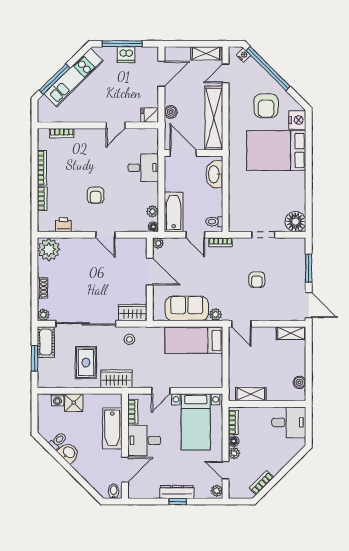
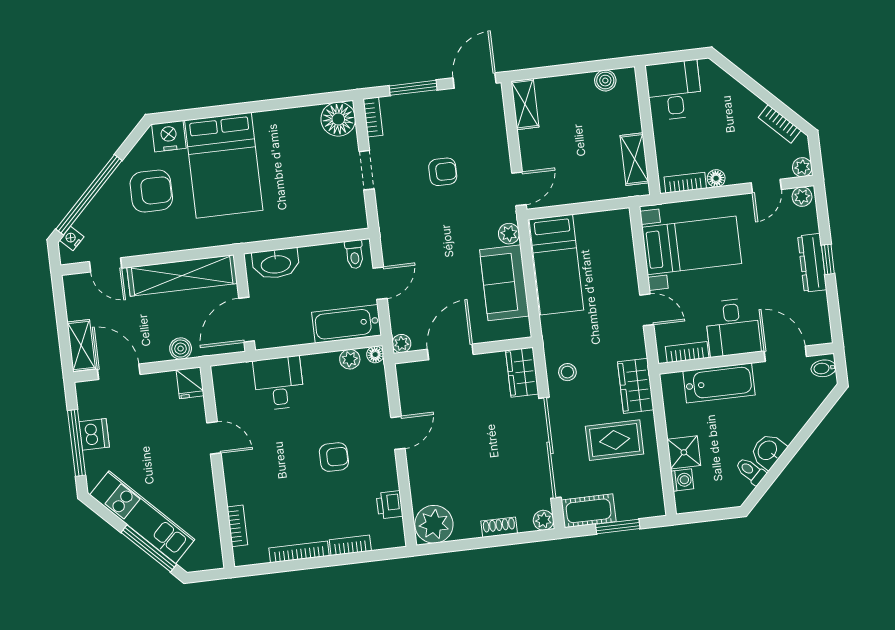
shelving: (206, 53) -> (81, 345), moved
bookcase: (220, 242) -> (373, 117), moved
plant: (234, 453) -> (802, 167), moved

